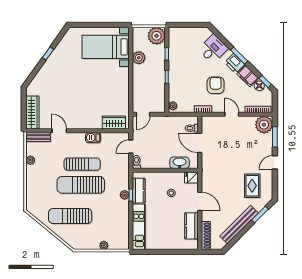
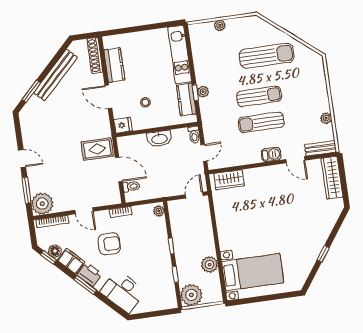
desk: (213, 49) -> (123, 292), width x1.37
armchair: (216, 85) -> (109, 244), turned -90
barbecue: (93, 138) -> (271, 154), moved
door: (275, 162) -> (22, 159), hinge flipped
washbasin: (180, 163) -> (159, 139), moved
sun lounger: (81, 185) -> (259, 96), width x0.73, depth x0.75
rug: (252, 186) -> (97, 149), moved, turned 90

